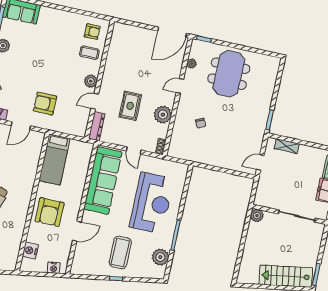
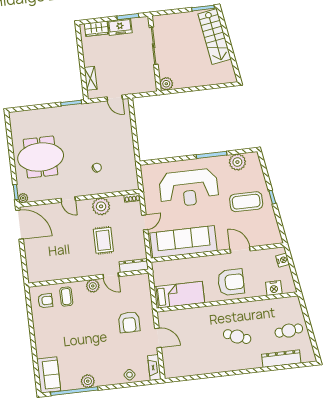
armchair: (92, 32) -> (45, 301), turned 90
plant: (191, 64) -> (23, 198), moved
rug: (130, 106) -> (103, 240), turned 90
reception desk: (152, 203) -> (189, 188), turned 180

